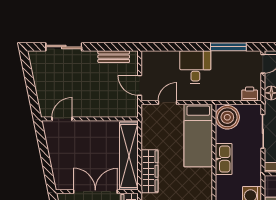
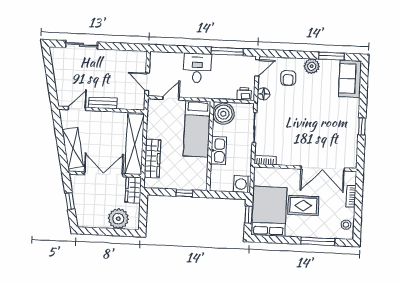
bench: (114, 57) -> (103, 103), moved
shelving: (60, 164) -> (73, 148), added

